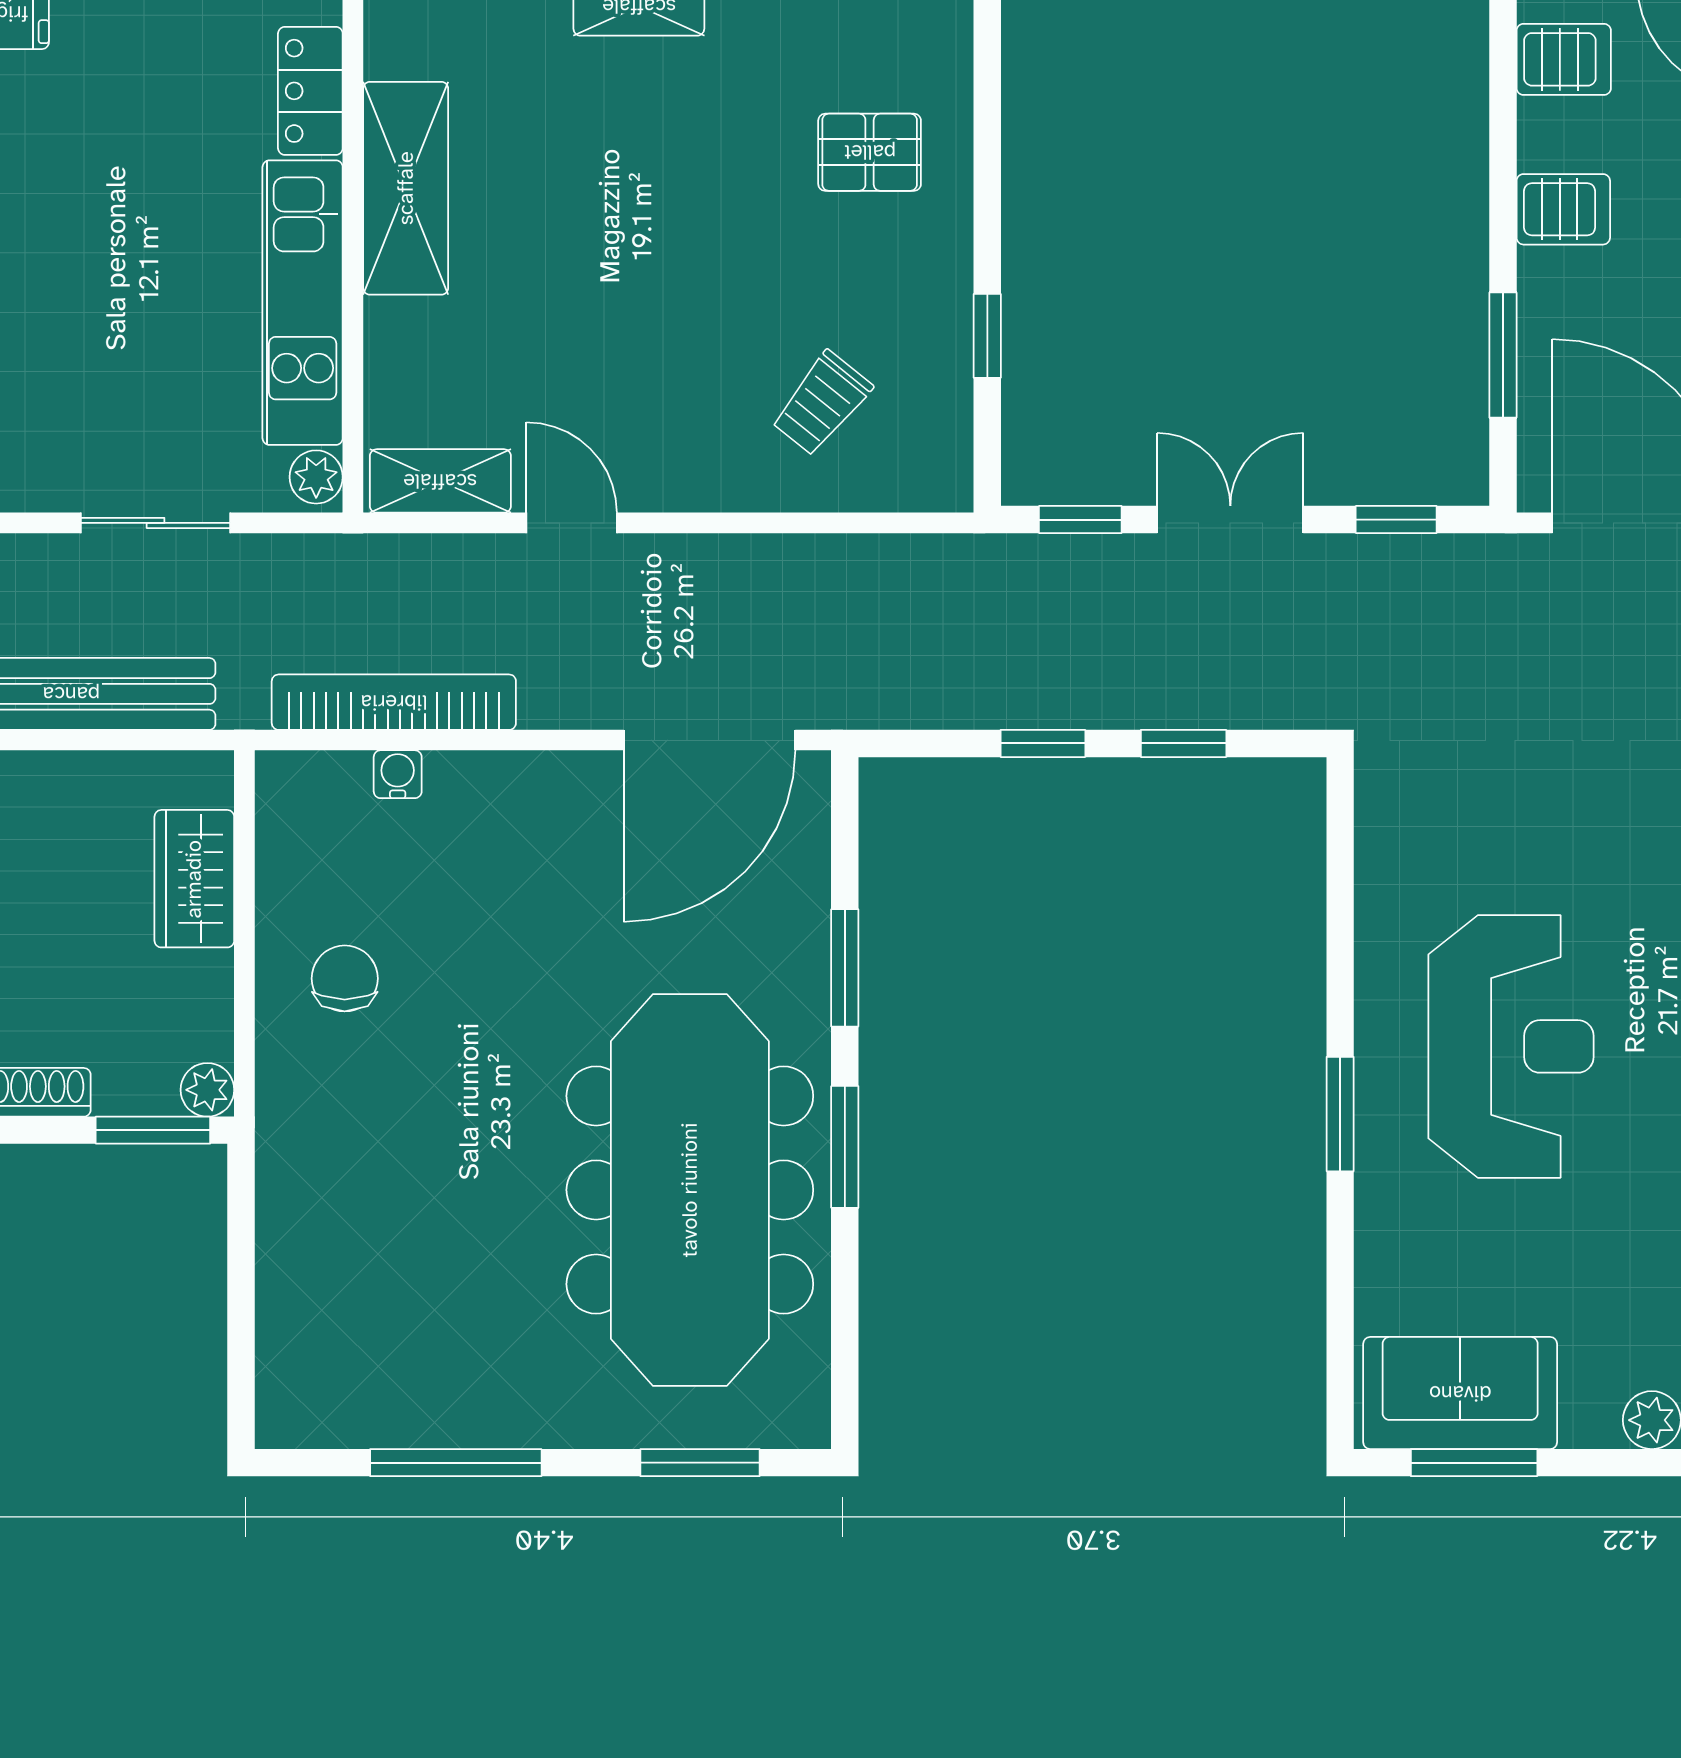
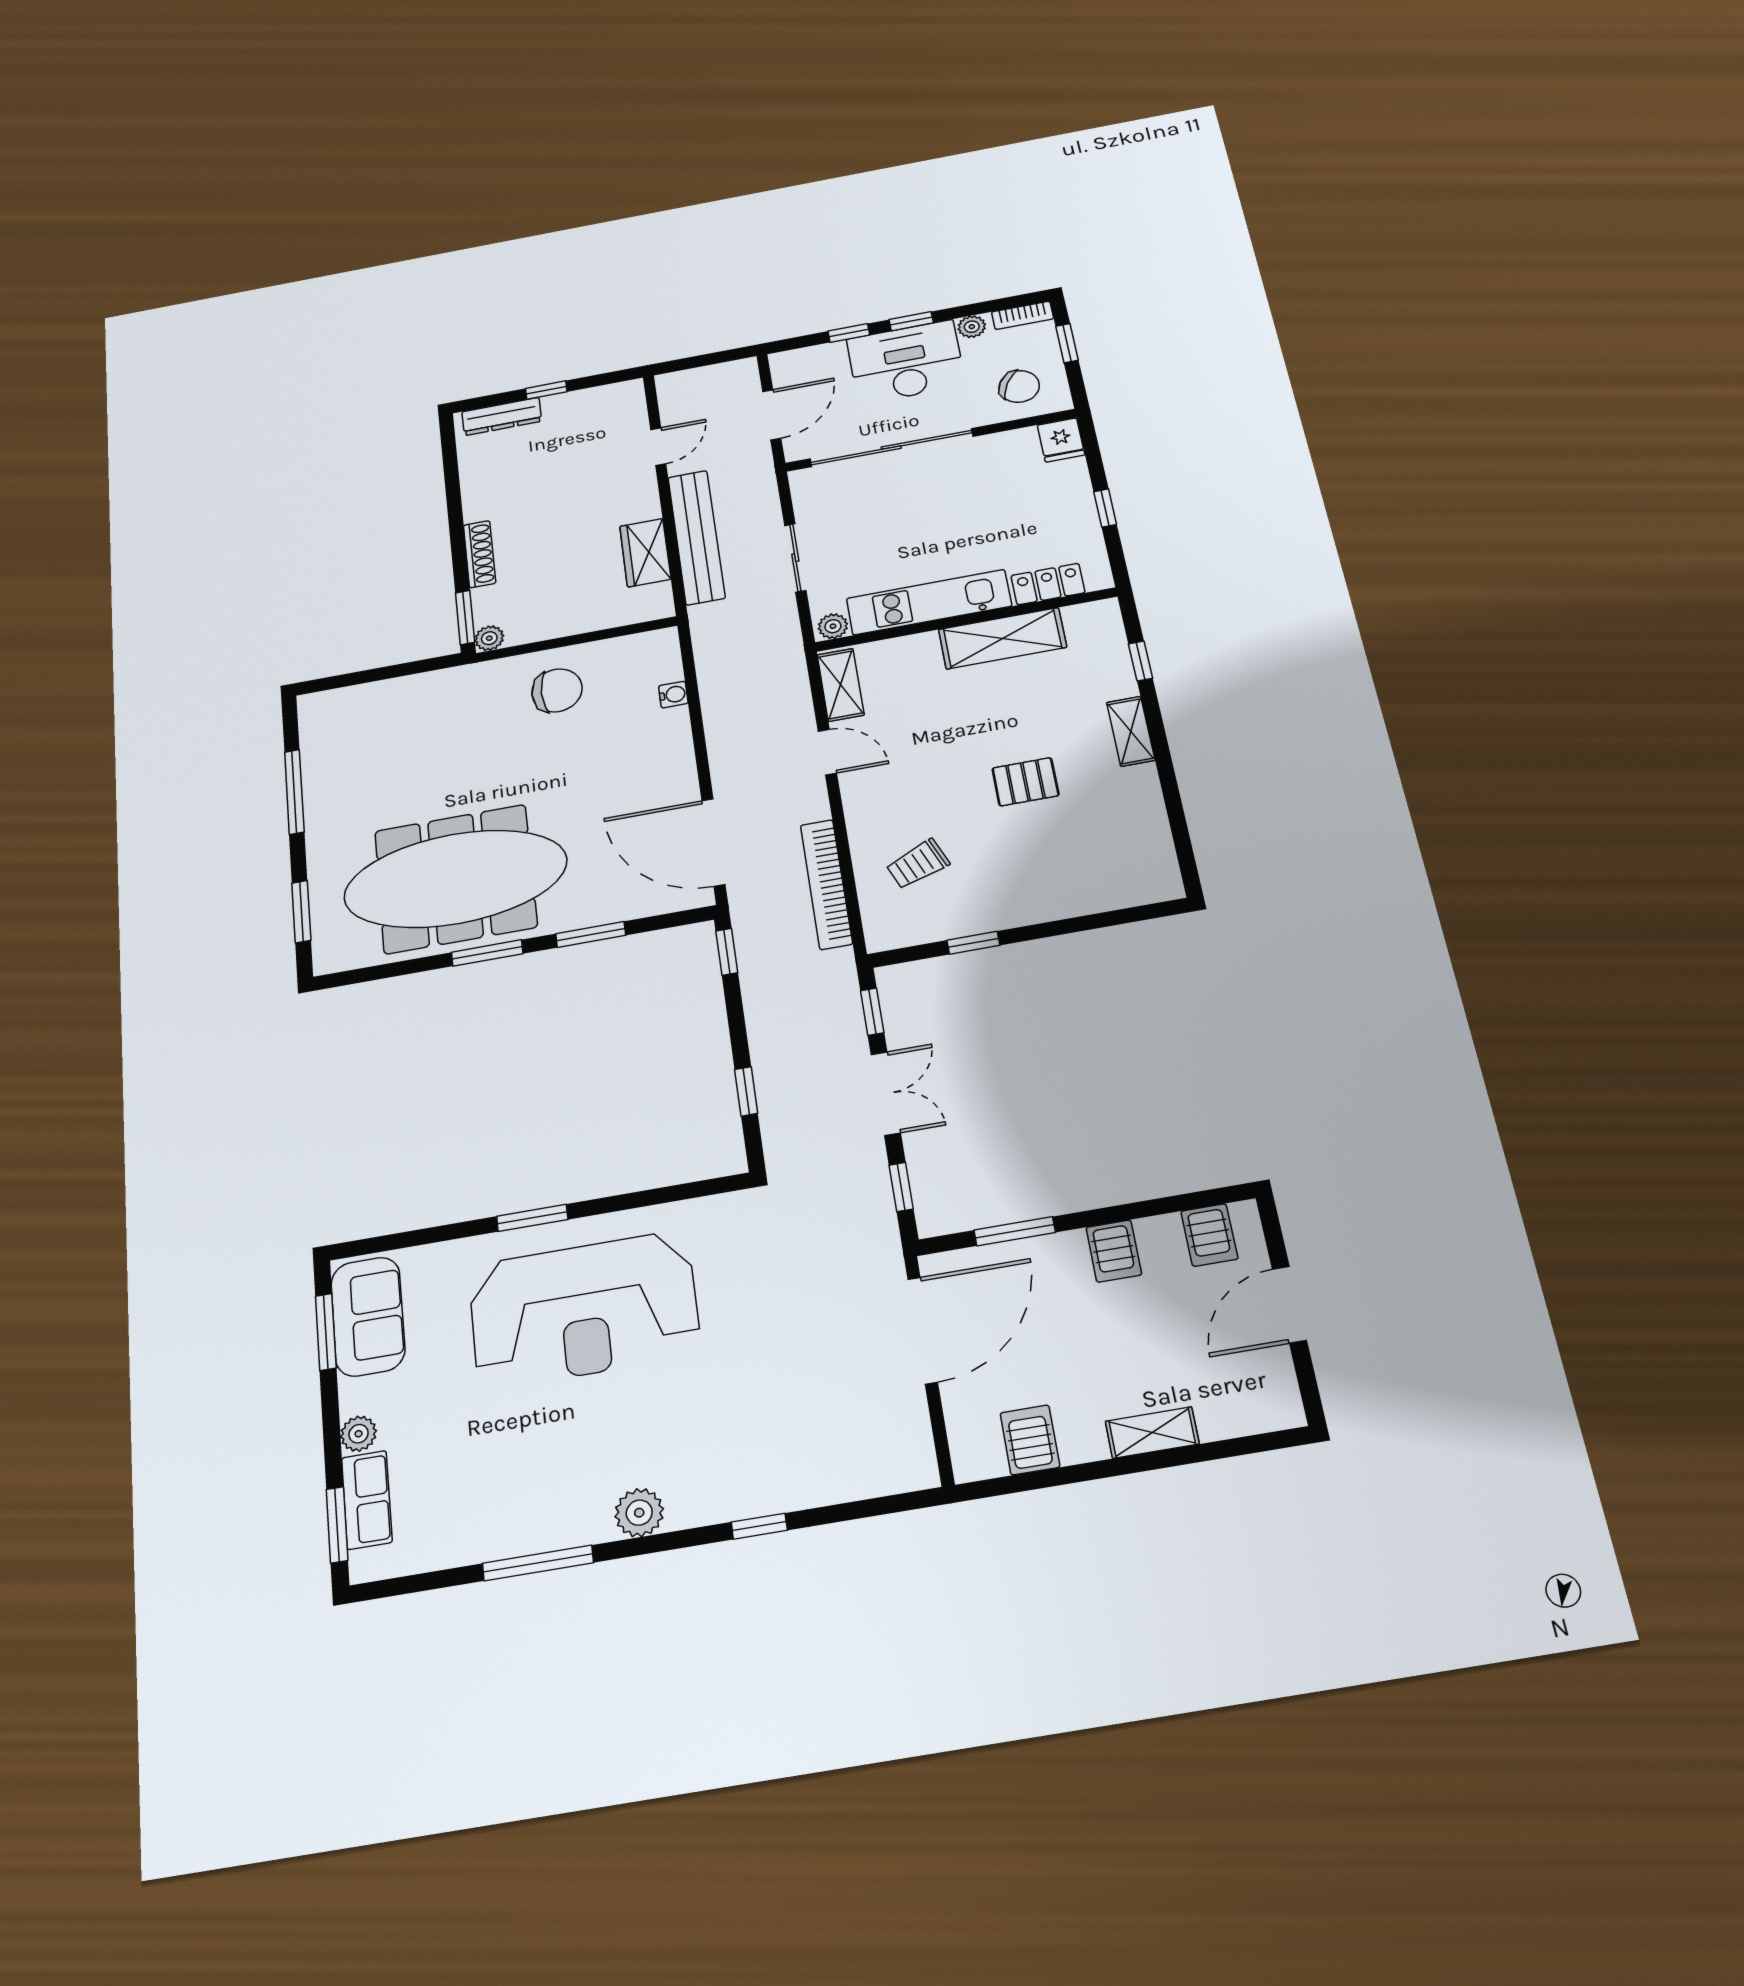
pallet: (870, 152) -> (1025, 782), moved, turned 90
trolley: (822, 403) -> (918, 864), turned -61
door: (572, 523) -> (827, 752), hinge flipped
bookcase: (394, 702) -> (826, 884), moved, turned 180
window: (1043, 743) -> (727, 952), moved
wardrobe: (194, 879) -> (645, 553), moved, turned -90
chair: (345, 978) -> (557, 690), width x1.37, depth x1.37
reception desk: (1511, 1046) -> (584, 1310), width x1.36, depth x1.30

